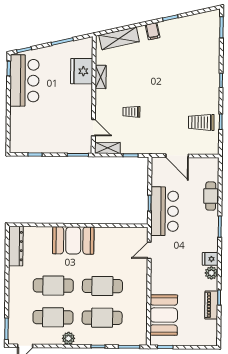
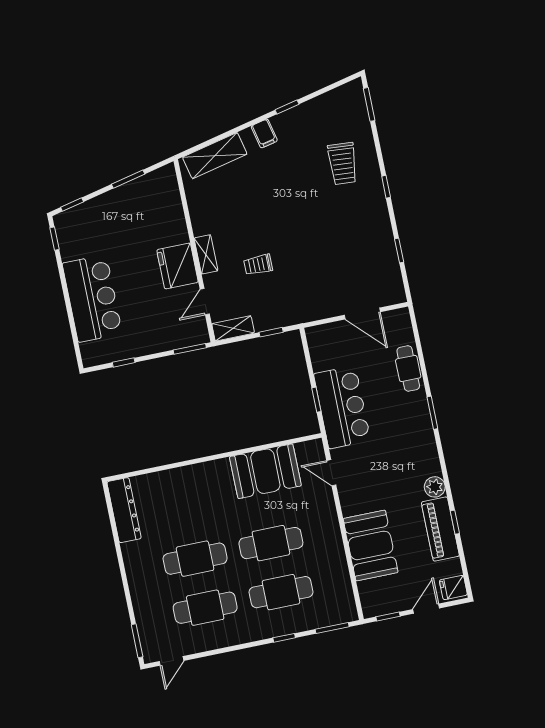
fridge: (82, 71) -> (177, 266), moved
shelving: (101, 77) -> (206, 254), moved
bar counter: (24, 81) -> (92, 298), moved
trolley: (201, 122) -> (343, 164), moved, turned -86
door: (93, 128) -> (205, 302), swing flipped
door: (177, 156) -> (362, 313), moved
booth: (73, 240) -> (265, 471), moved
door: (149, 250) -> (331, 473), hinge flipped
fridge: (210, 259) -> (453, 588), moved
piano: (211, 305) -> (440, 529), width x1.37, depth x1.33
booth: (164, 315) -> (371, 545), moved
plant: (68, 338) -> (236, 635), removed
door: (190, 347) -> (426, 609), added

